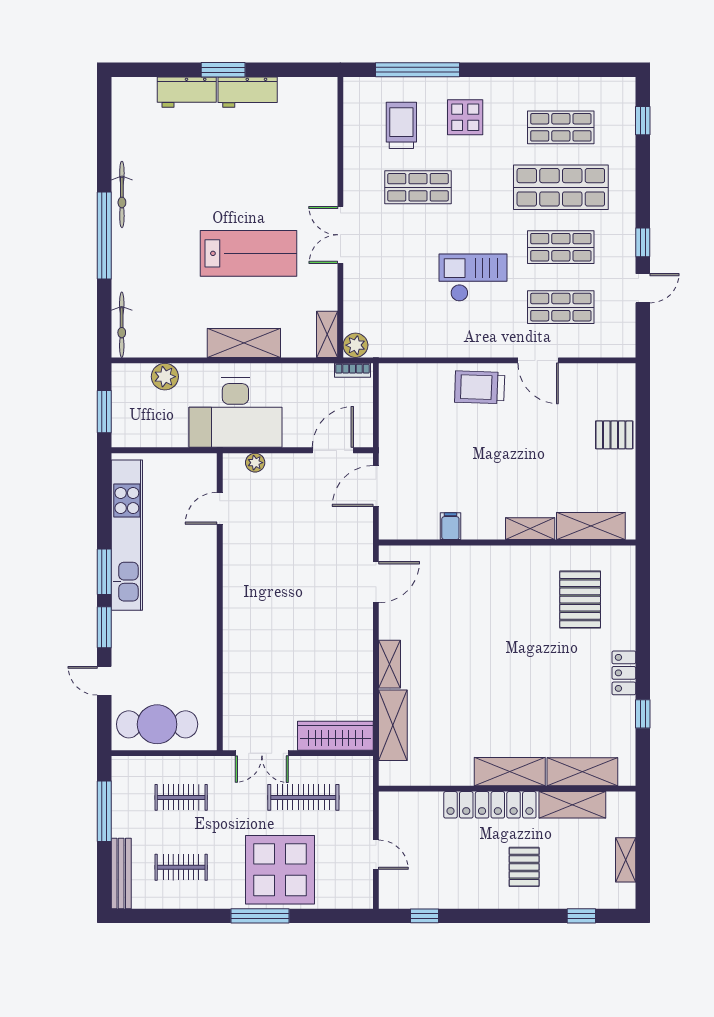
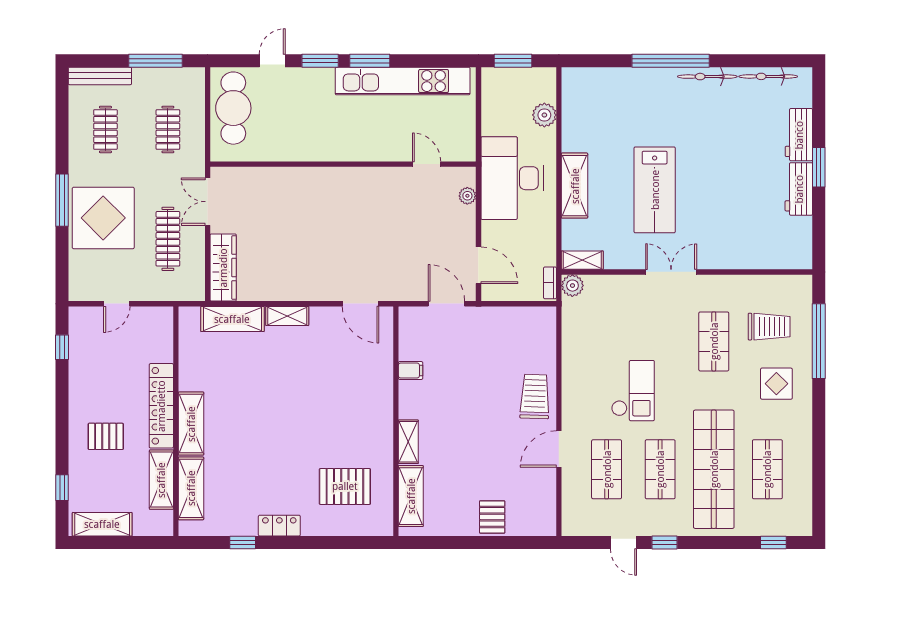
shop shelf: (561, 187) -> (714, 469), width x1.40
bicycle: (122, 325) -> (768, 76), moved
shelving: (626, 860) -> (102, 524), width x1.50, depth x1.33

